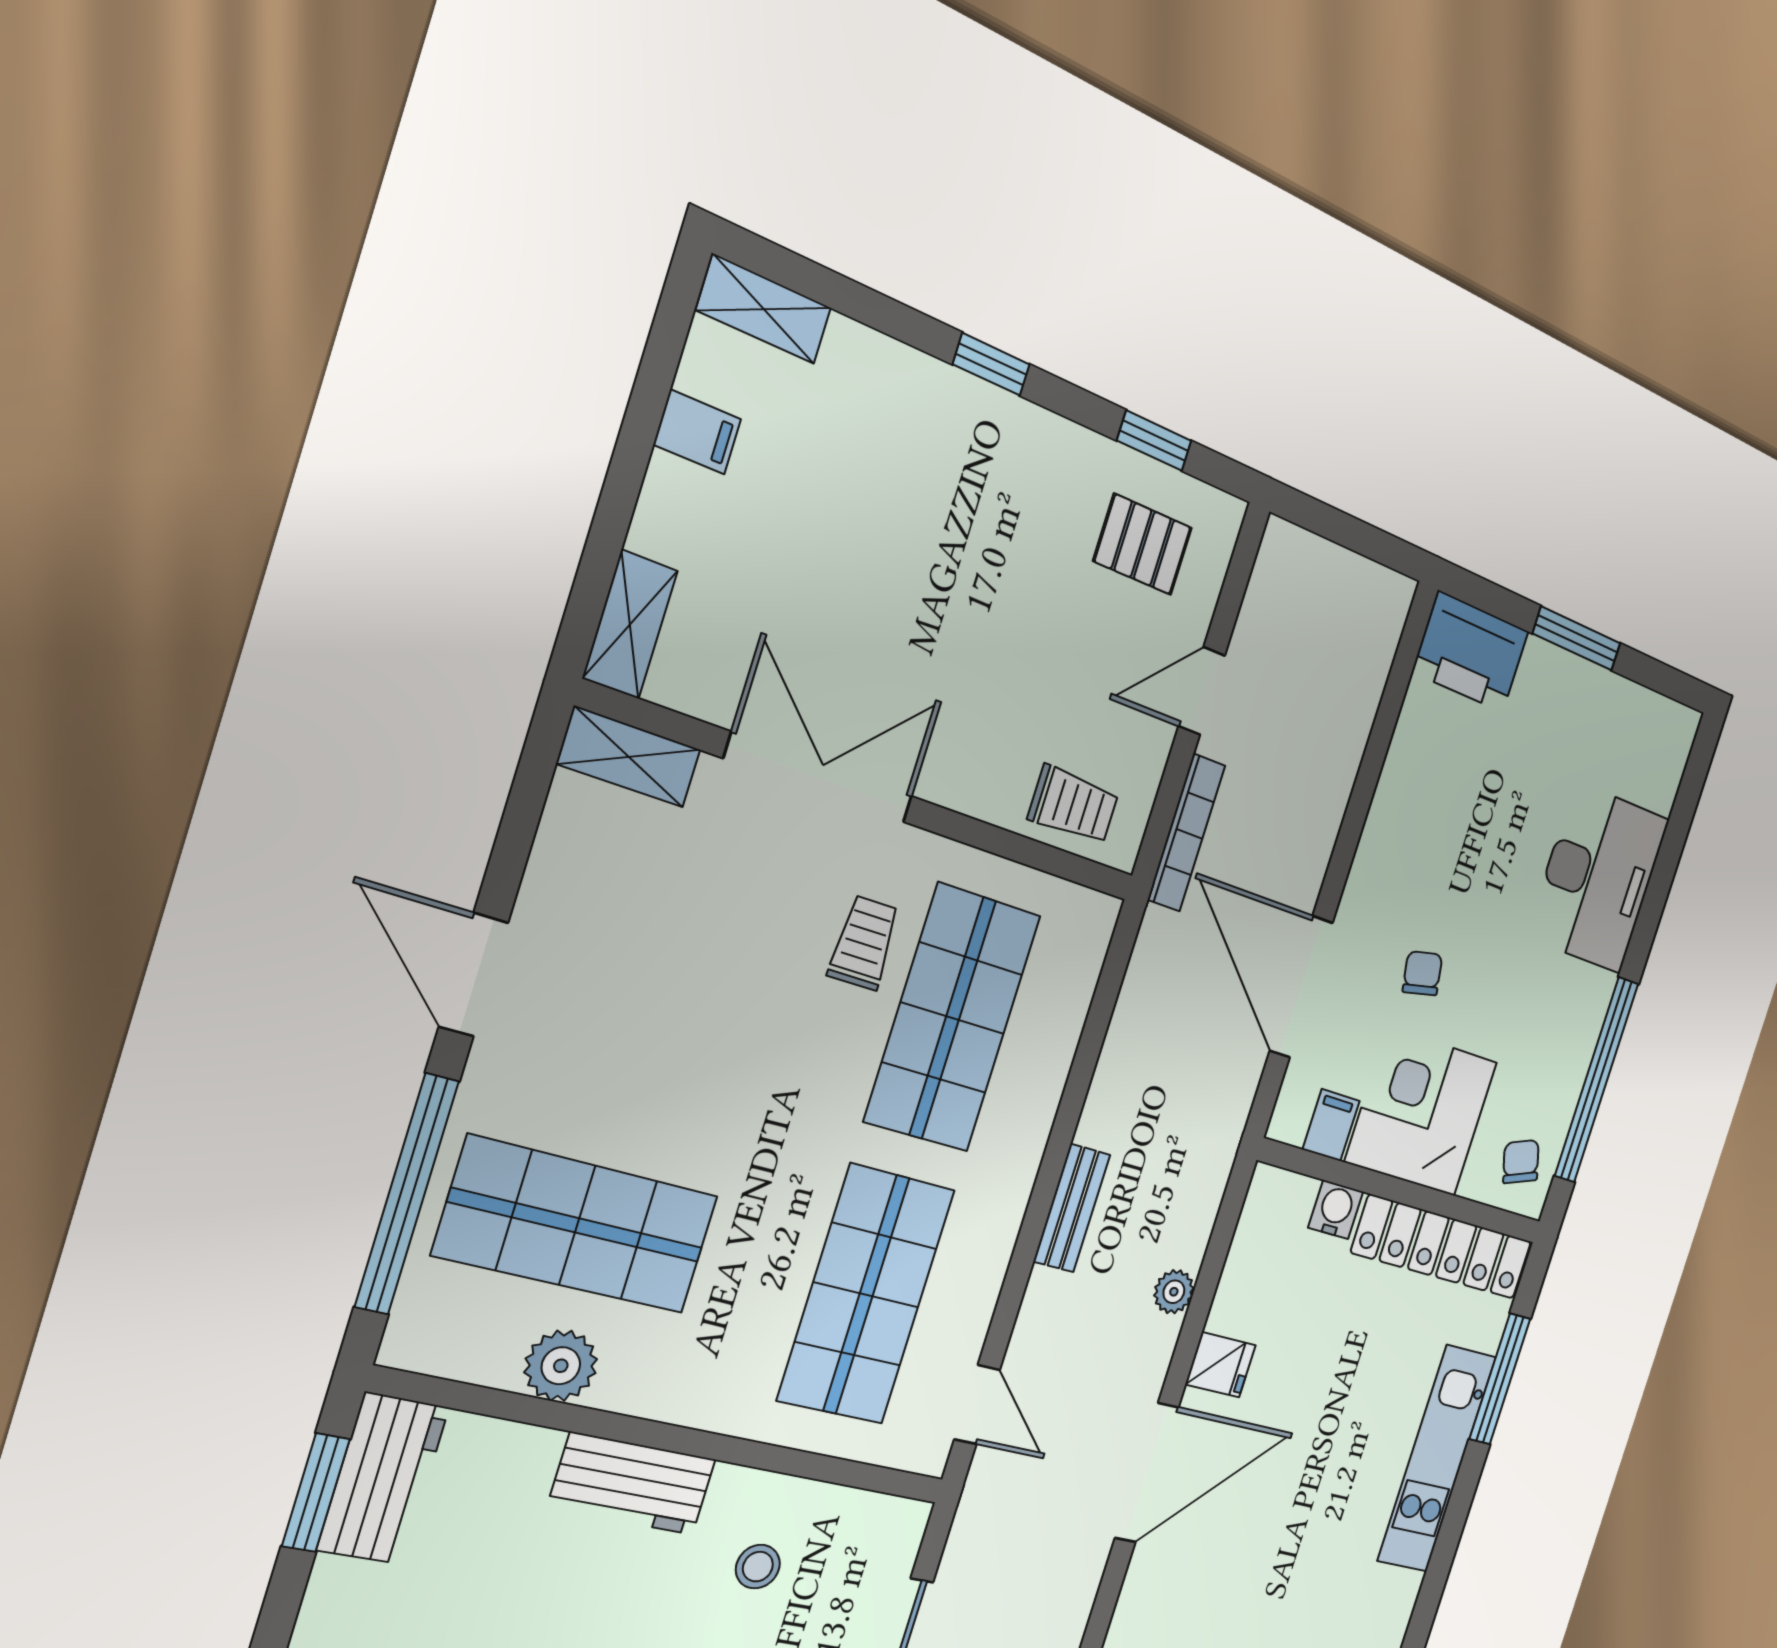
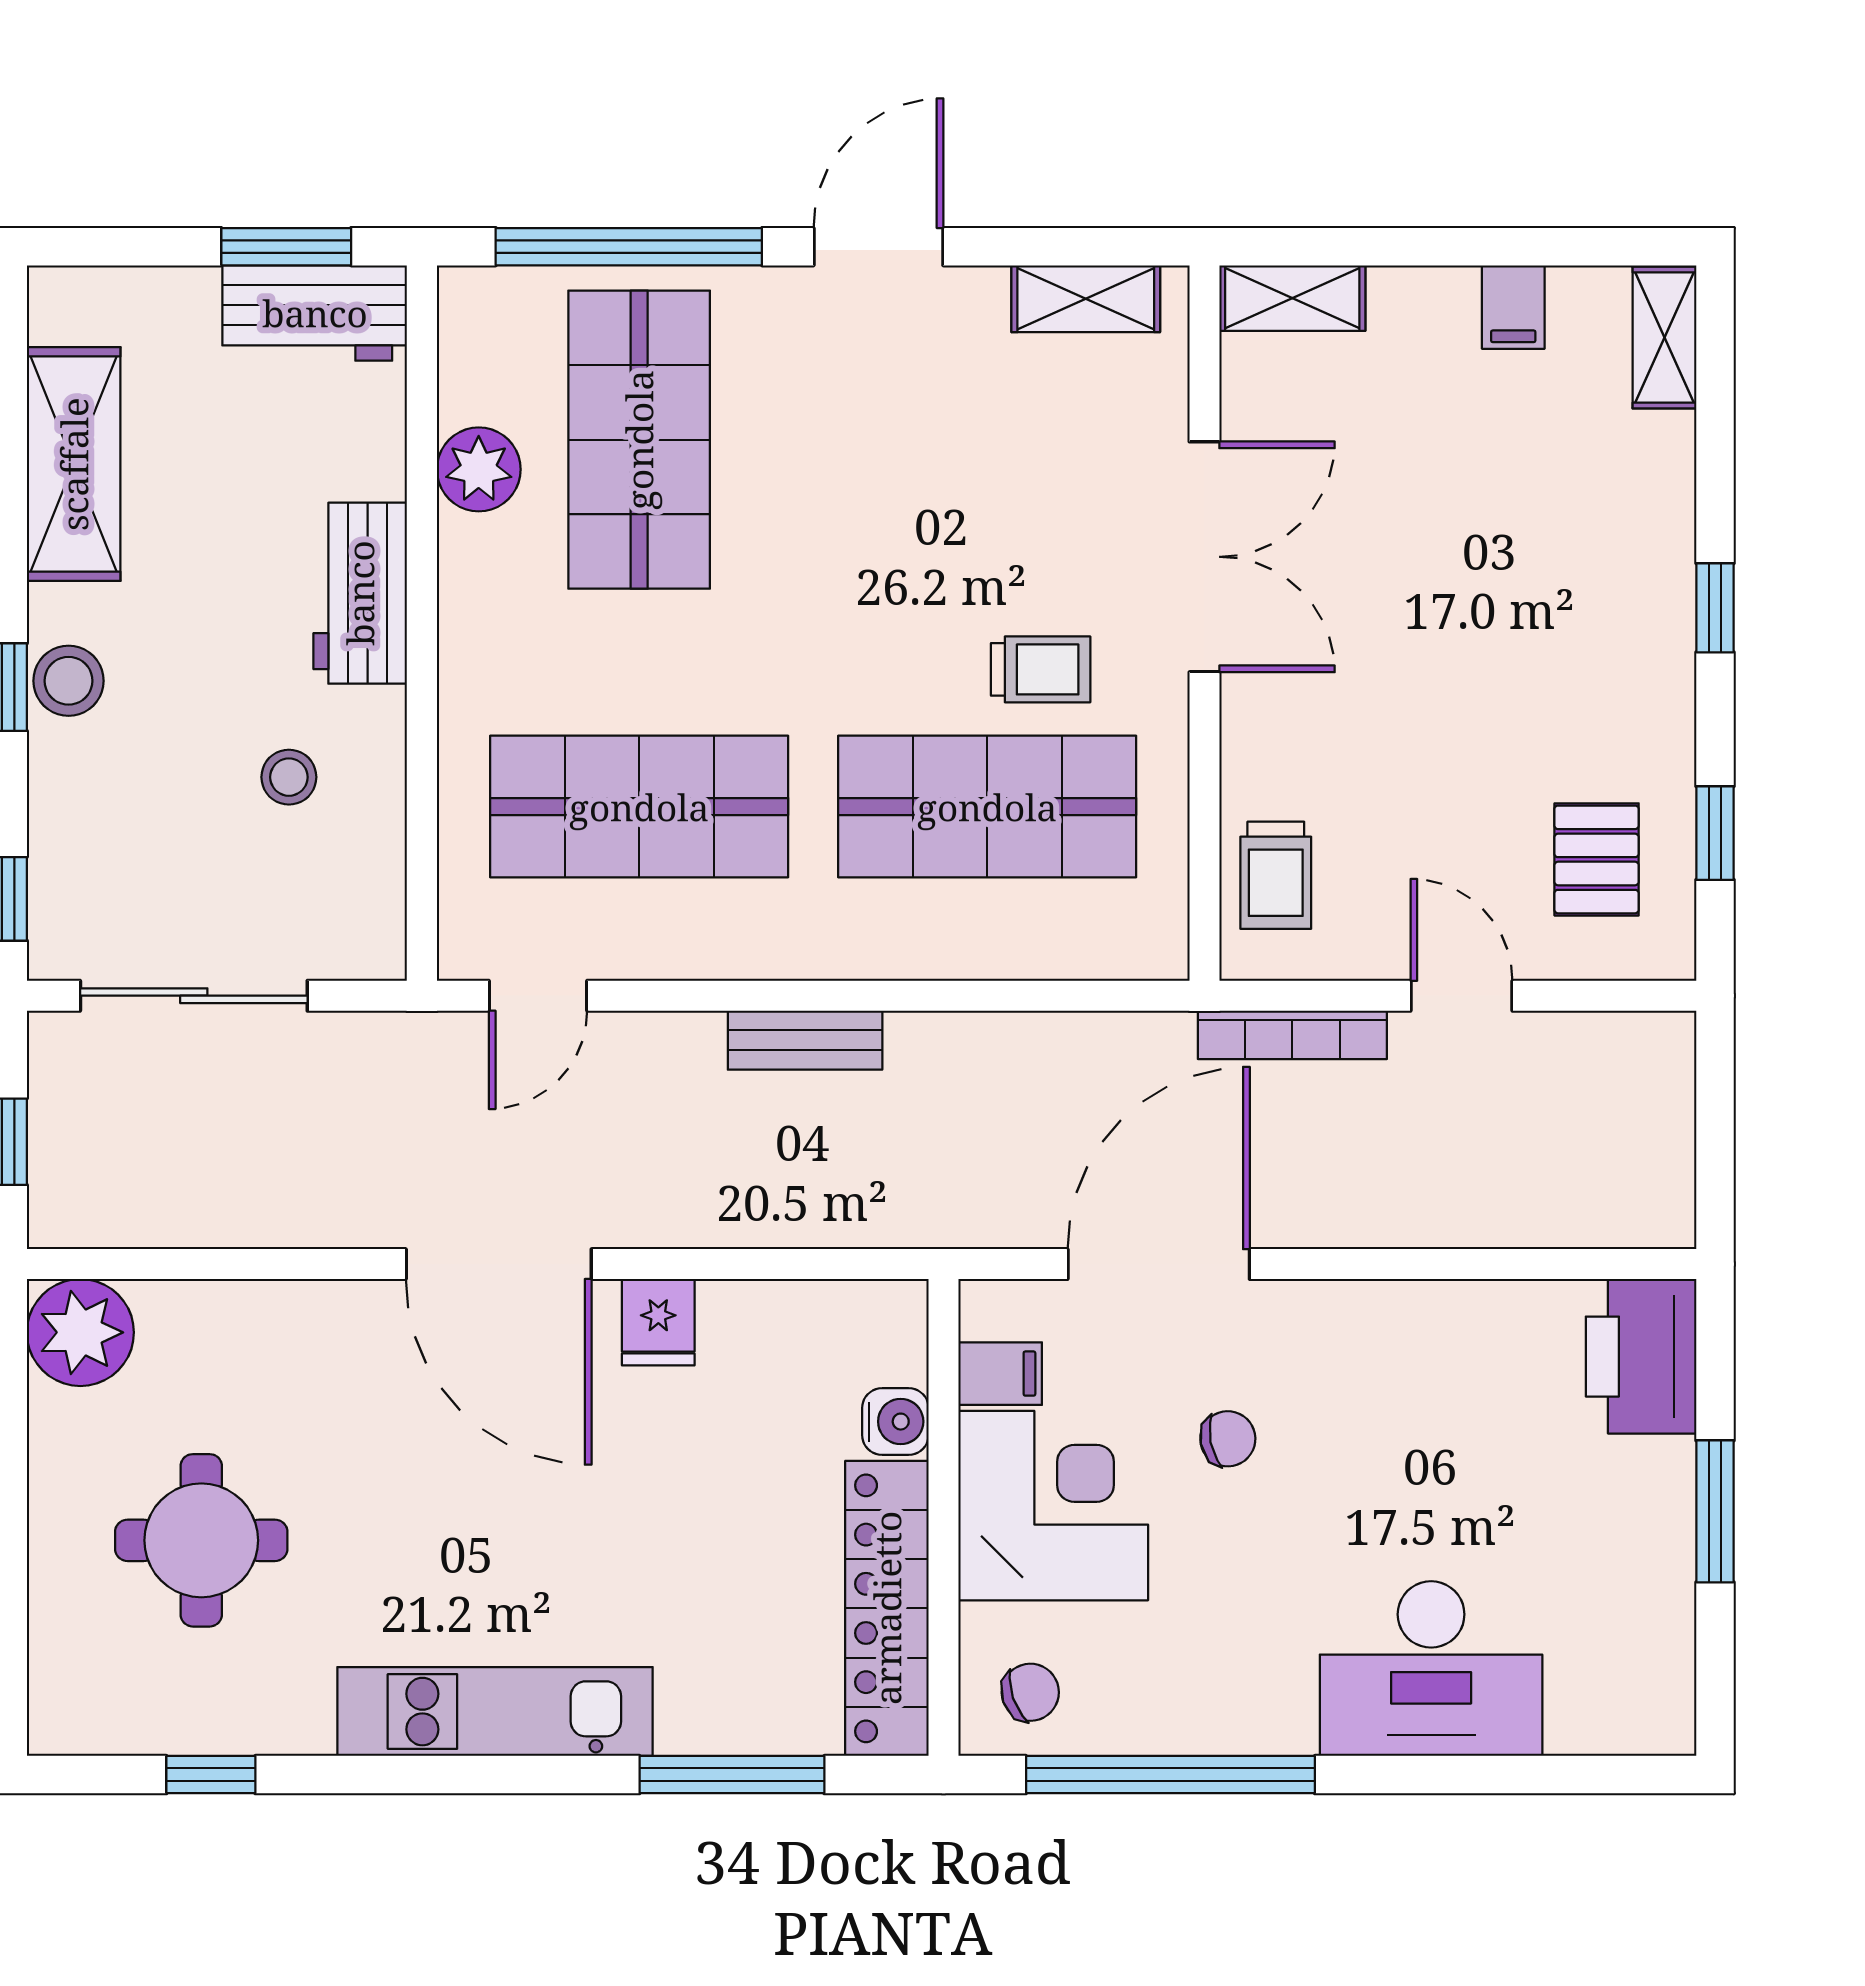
shelving: (629, 757) -> (1086, 299), moved, turned 90
plant: (1174, 1292) -> (736, 1220), removed
kitchen unit: (1437, 1459) -> (495, 1712), moved

